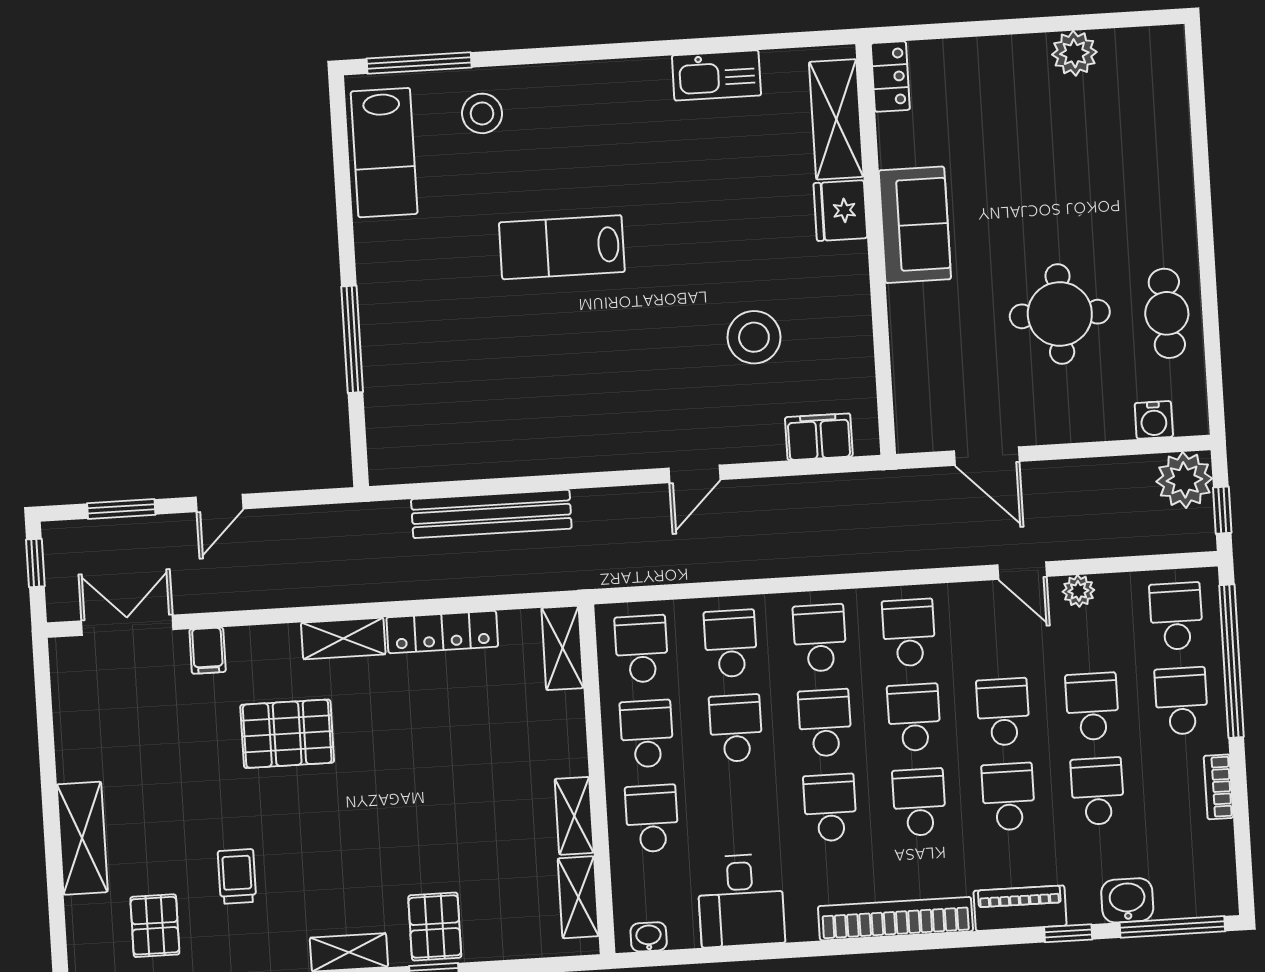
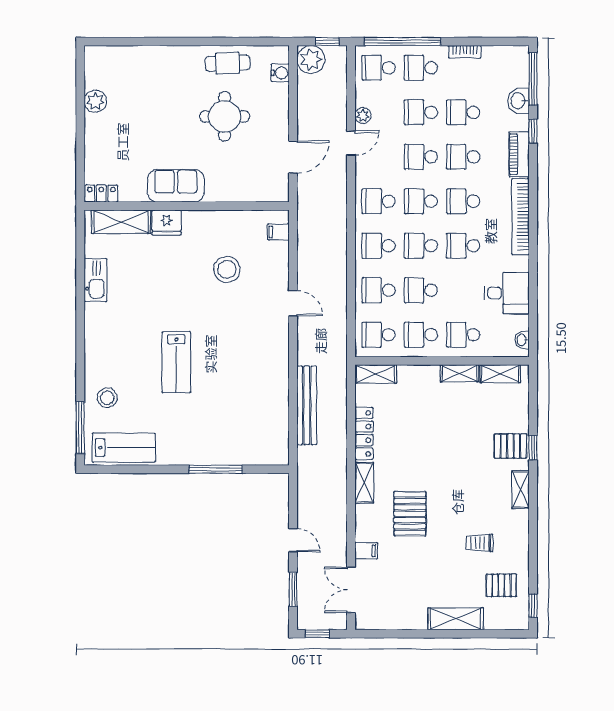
filing cabinet: (819, 437) -> (278, 232), width x0.50

